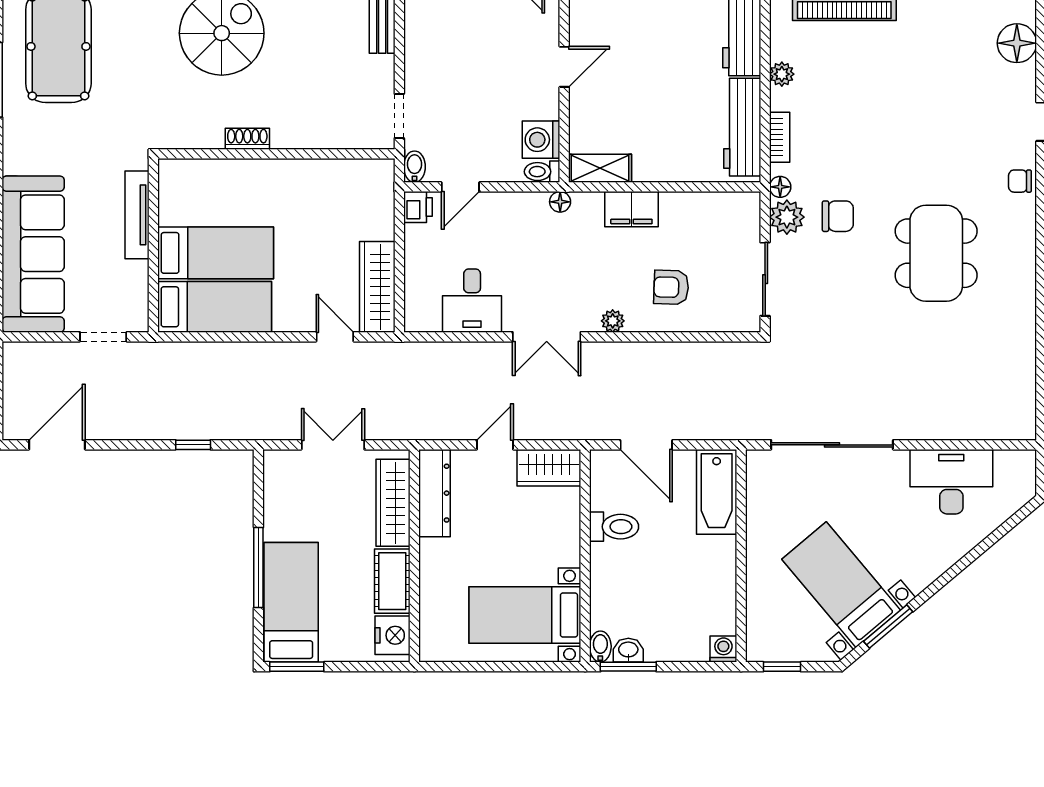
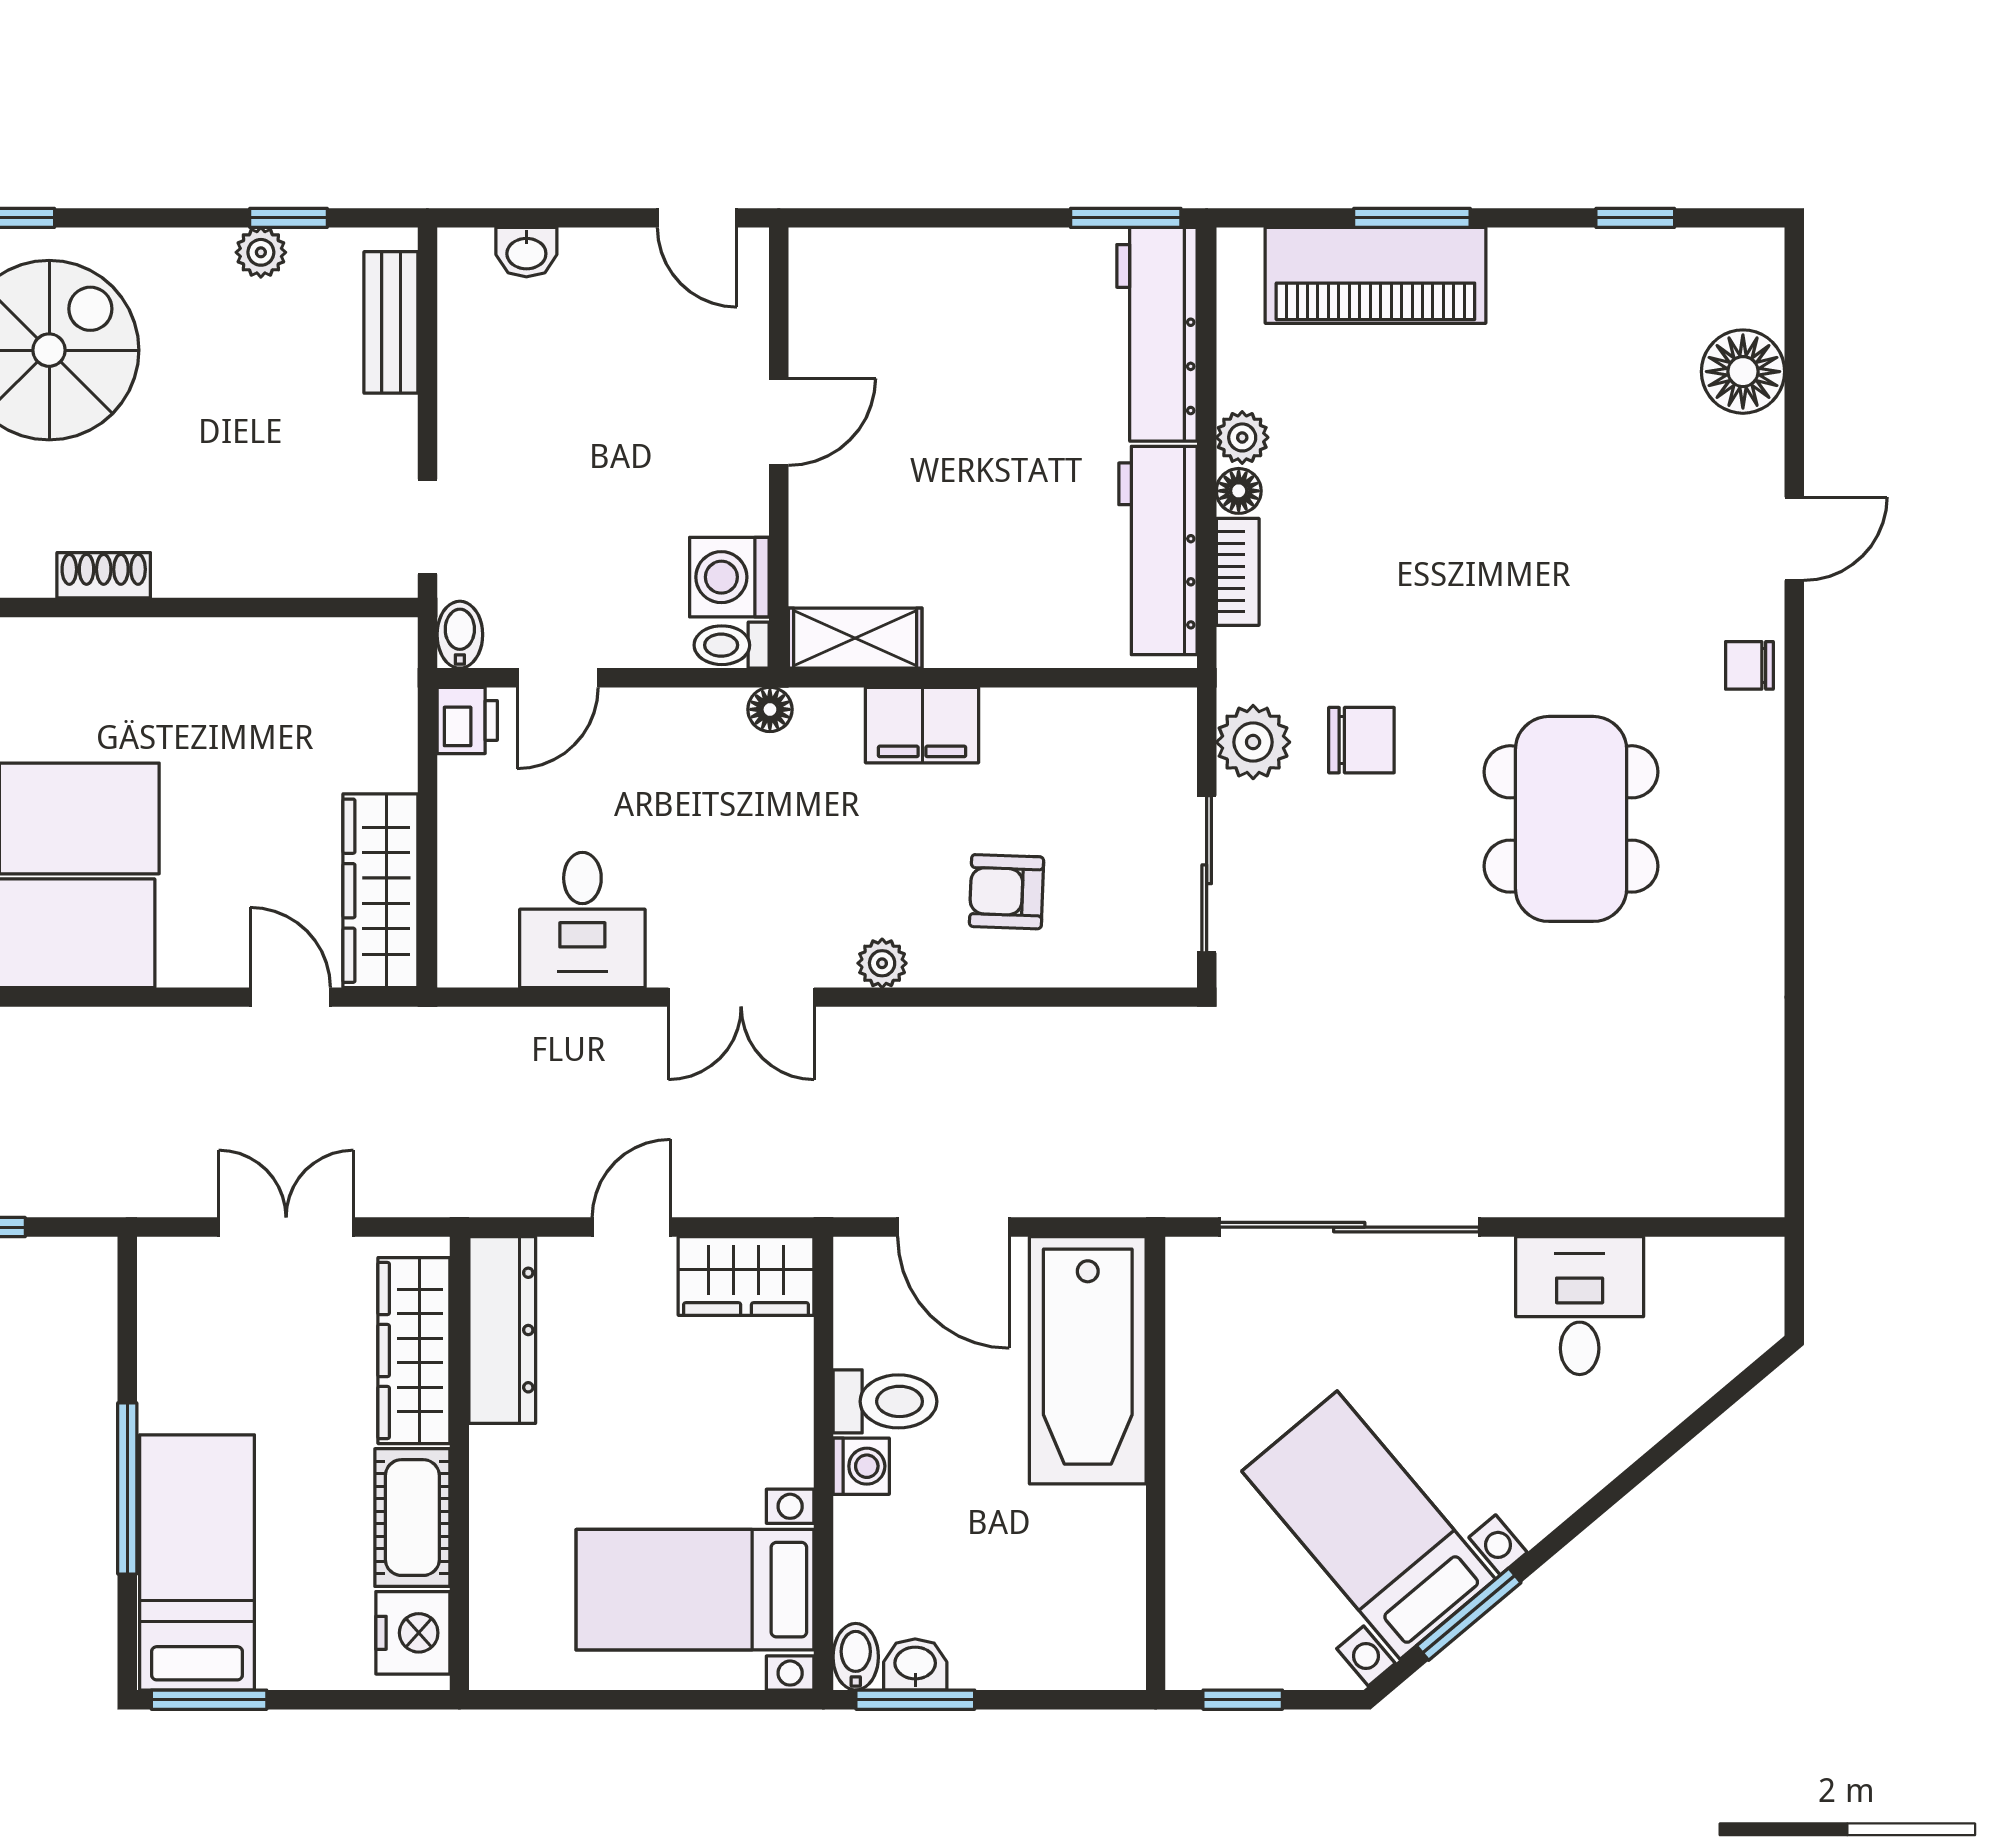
floor lamp: (780, 187) -> (1239, 491), moved
desk: (951, 482) -> (1580, 1306), width x0.73
bathtub: (717, 492) -> (1088, 1360), width x1.36, depth x1.36
washing machine: (723, 649) -> (861, 1466), moved, turned 90

